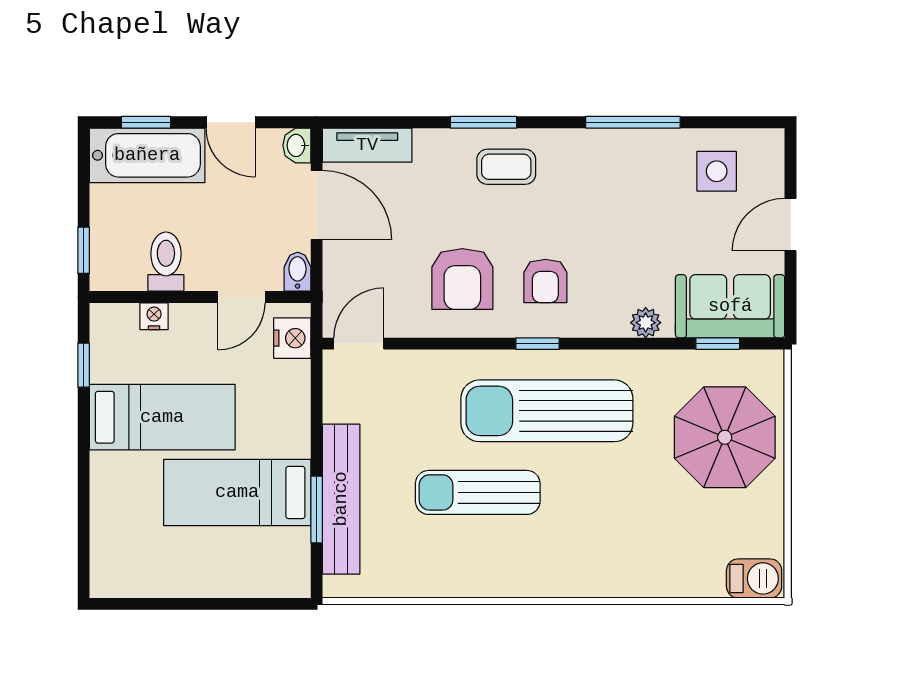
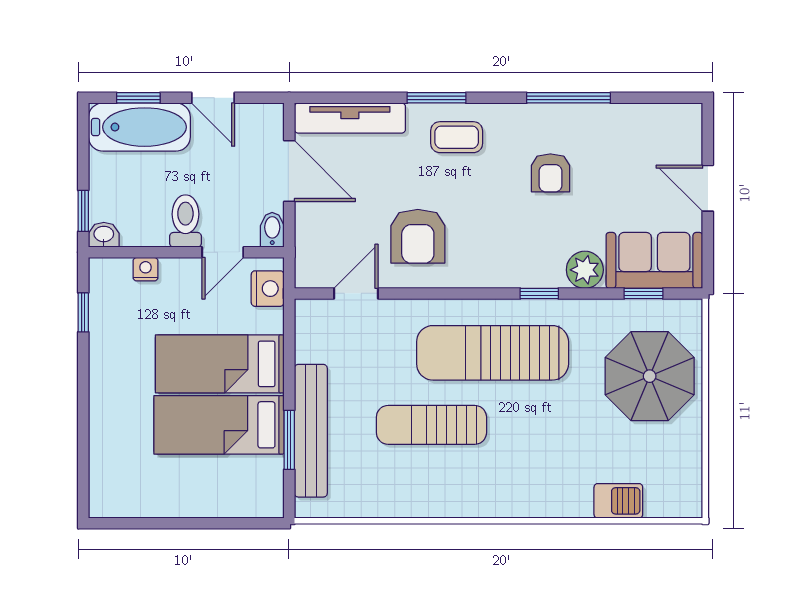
washbasin: (297, 145) -> (104, 235), moved, turned 90
tv unit: (367, 145) -> (350, 118), width x1.41
side table: (717, 171) -> (643, 141), removed
door: (791, 225) -> (708, 188), hinge flipped
toilet: (166, 262) -> (185, 221), moved
armchair: (545, 281) -> (550, 173), moved
plant: (646, 323) -> (585, 270), width x1.38, depth x1.38
door: (359, 344) -> (356, 293), moved
window: (538, 344) -> (539, 293), moved
bed: (162, 417) -> (220, 364), moved, turned 180
barbecue: (754, 578) -> (618, 501), moved

